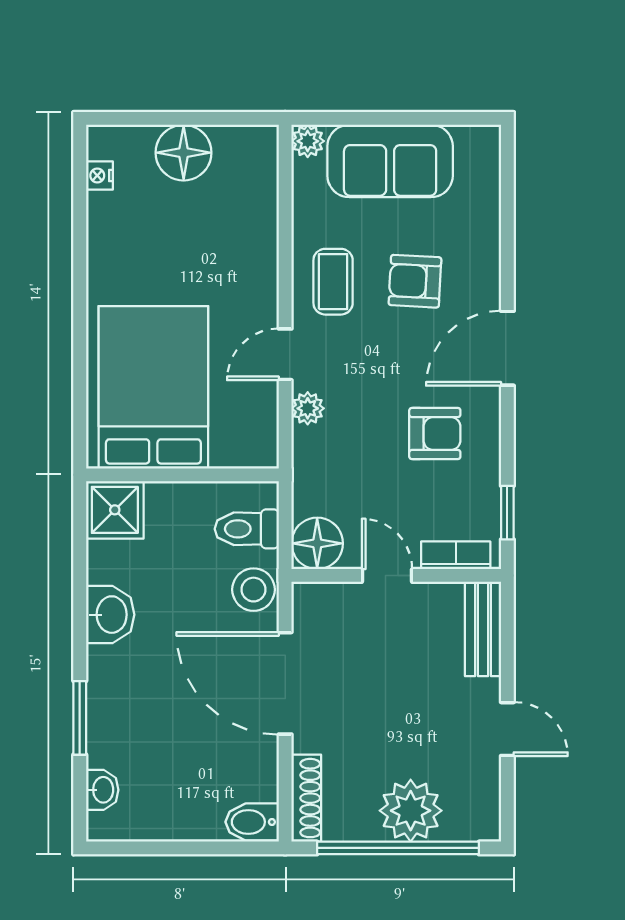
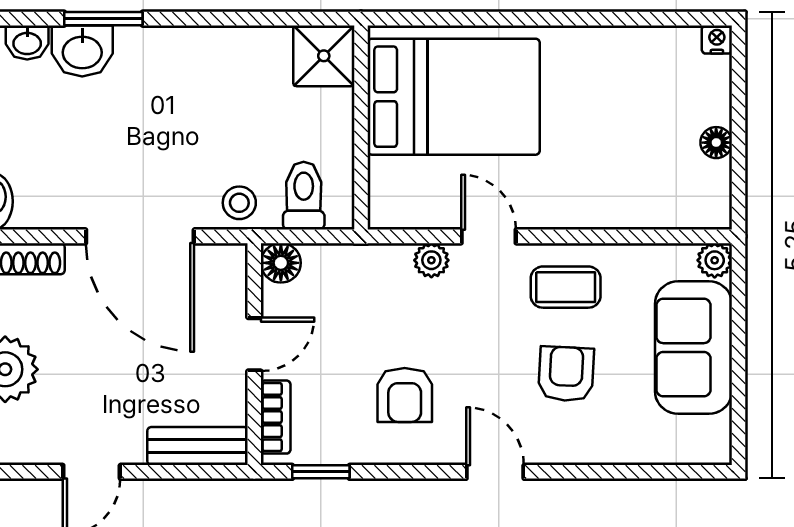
floor lamp: (184, 153) -> (716, 143), width x0.53, depth x0.53
nightstand: (99, 176) -> (717, 40), moved
door: (507, 348) -> (495, 472), width x0.73
floor lamp: (317, 543) -> (281, 263), width x0.73, depth x0.73
stool: (254, 590) -> (239, 203), width x0.73, depth x0.73
washbasin: (110, 615) -> (82, 51), moved
door: (285, 683) -> (140, 236), swing flipped

